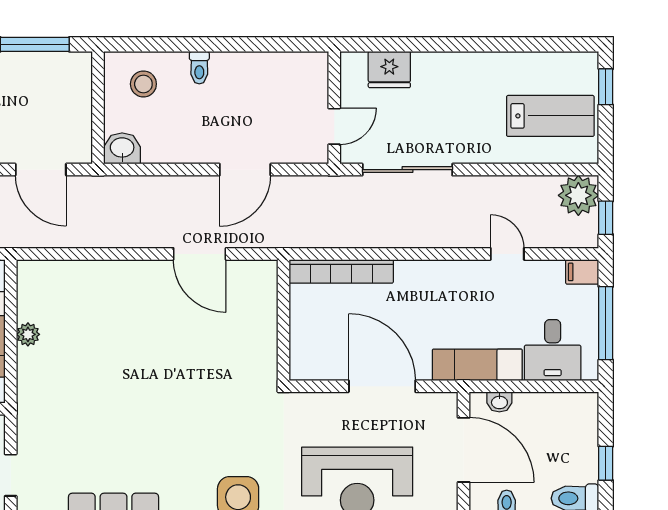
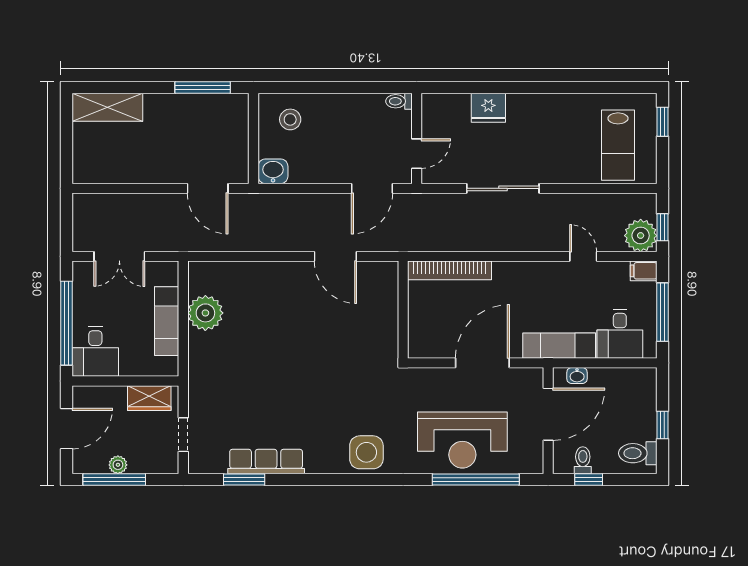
toilet: (199, 68) -> (399, 101), moved, turned 90
wall: (334, 108) -> (417, 139), moved
lab bench: (550, 116) -> (618, 145), turned 90
door: (334, 126) -> (417, 154), moved
plant: (578, 195) -> (641, 236), moved
plant: (28, 334) -> (205, 313), width x1.88, depth x1.88
door: (382, 386) -> (482, 363), hinge flipped
door: (464, 450) -> (548, 414), hinge flipped

